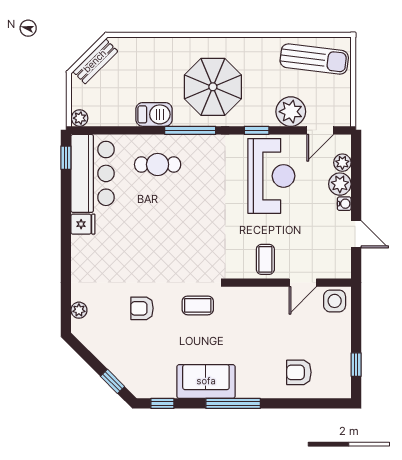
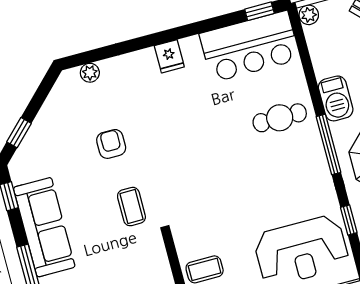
cafe table: (158, 164) -> (280, 118), turned 90
fridge: (83, 224) -> (169, 56), moved
sofa: (206, 381) -> (44, 227), width x1.36

